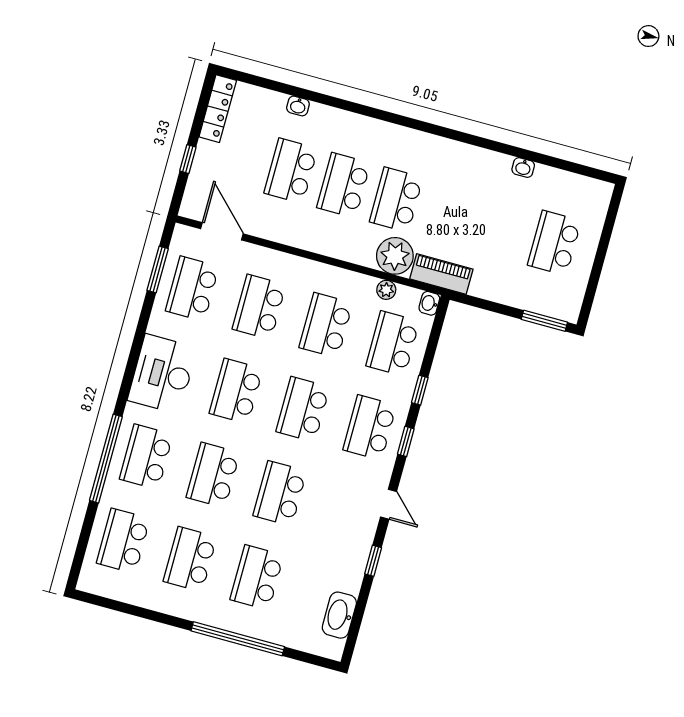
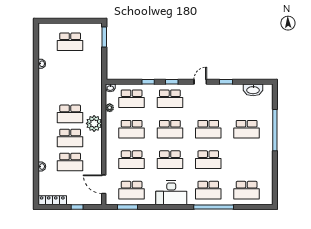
door: (222, 231) -> (104, 184), hinge flipped
plant: (395, 256) -> (94, 123), moved
piano: (441, 274) -> (96, 86), removed
school desk: (190, 559) -> (247, 160), removed

